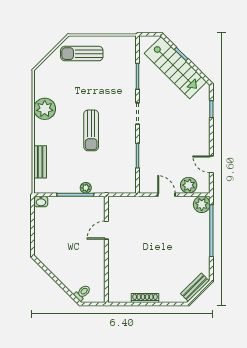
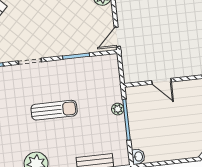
door: (166, 195) -> (117, 37), moved

